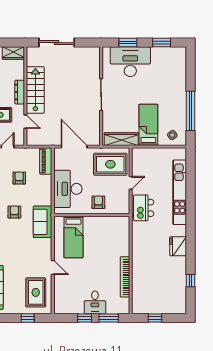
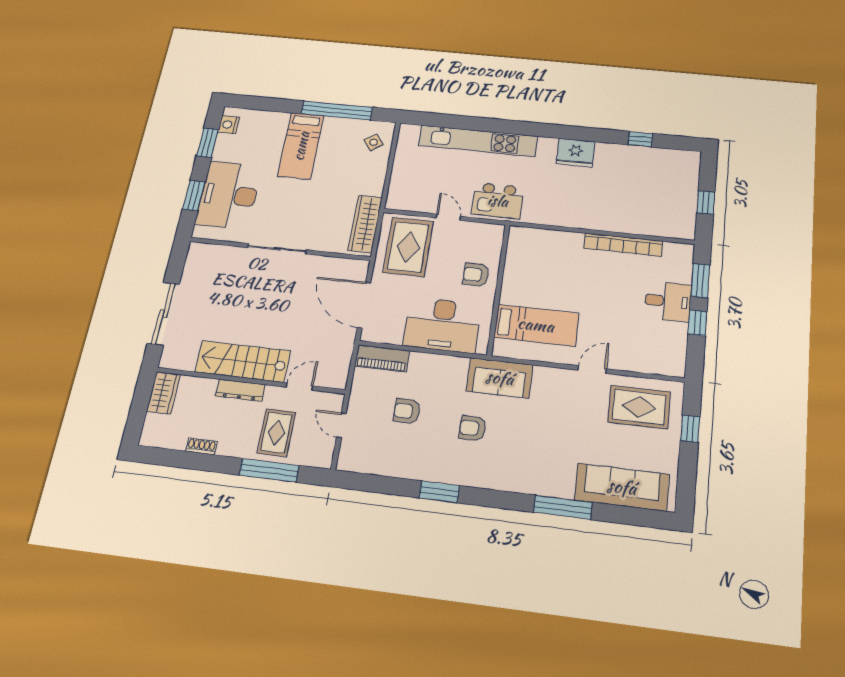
nightstand: (175, 52) -> (229, 125), added
bed: (148, 125) -> (301, 146), moved, turned -90
door: (74, 147) -> (364, 305), hinge flipped

